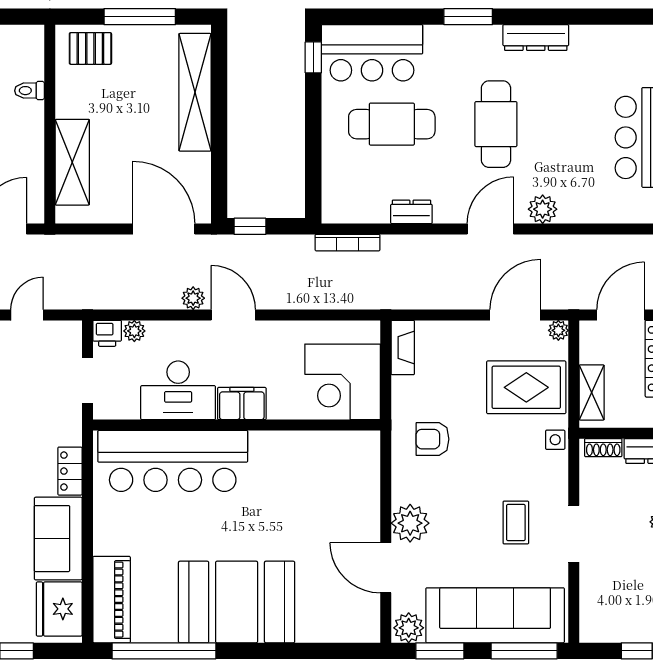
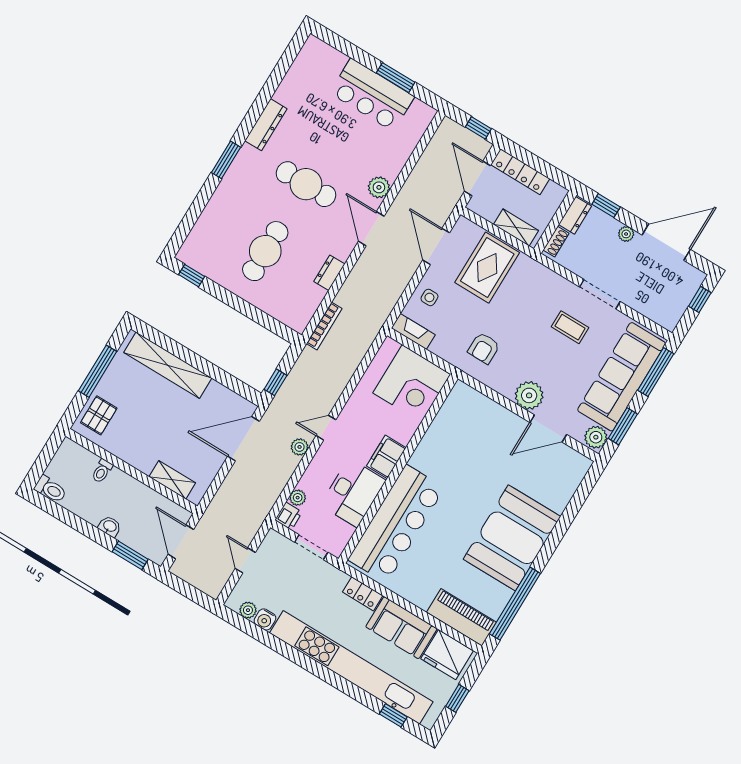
bar counter: (372, 53) -> (212, 236), removed
shelving: (72, 162) -> (172, 480), width x0.67, depth x0.75
door: (233, 315) -> (326, 428), width x0.73
plant: (558, 330) -> (463, 225), removed
side table: (555, 440) -> (429, 297), moved

